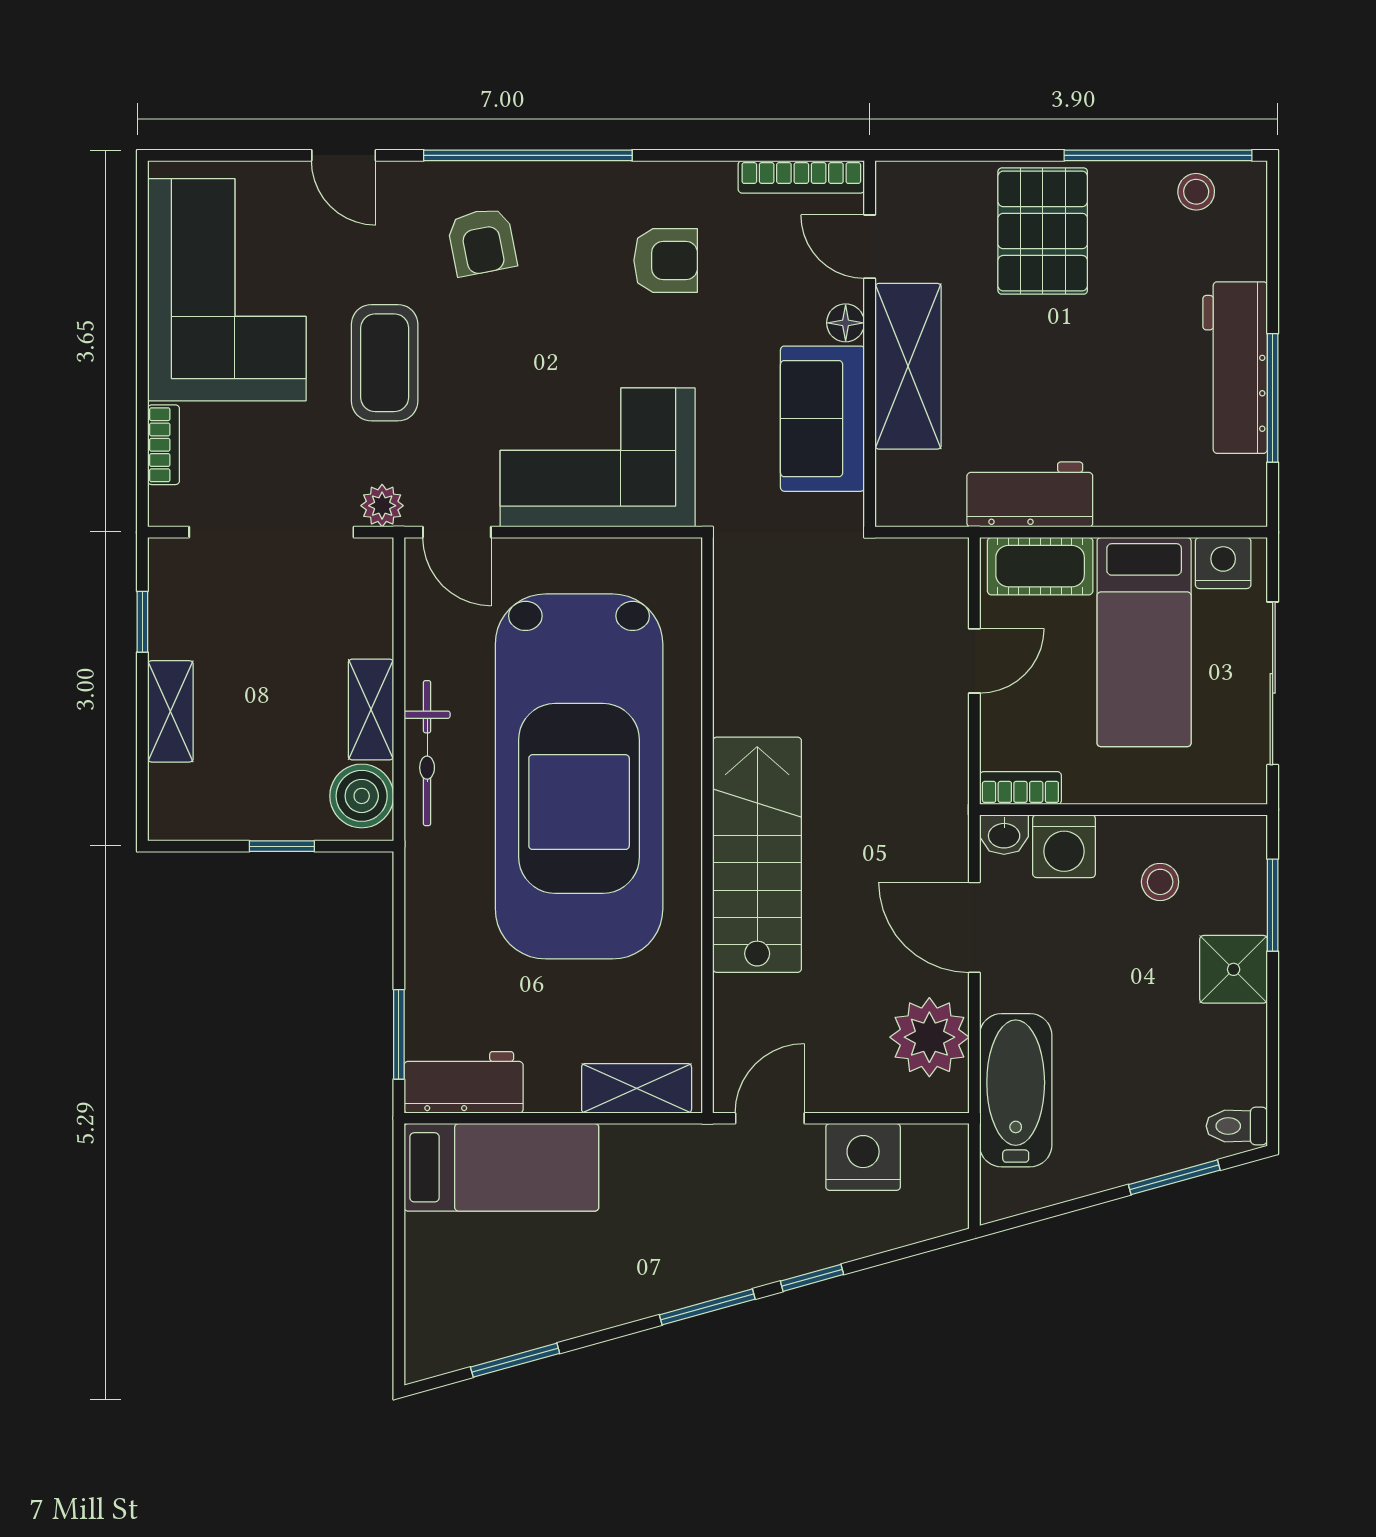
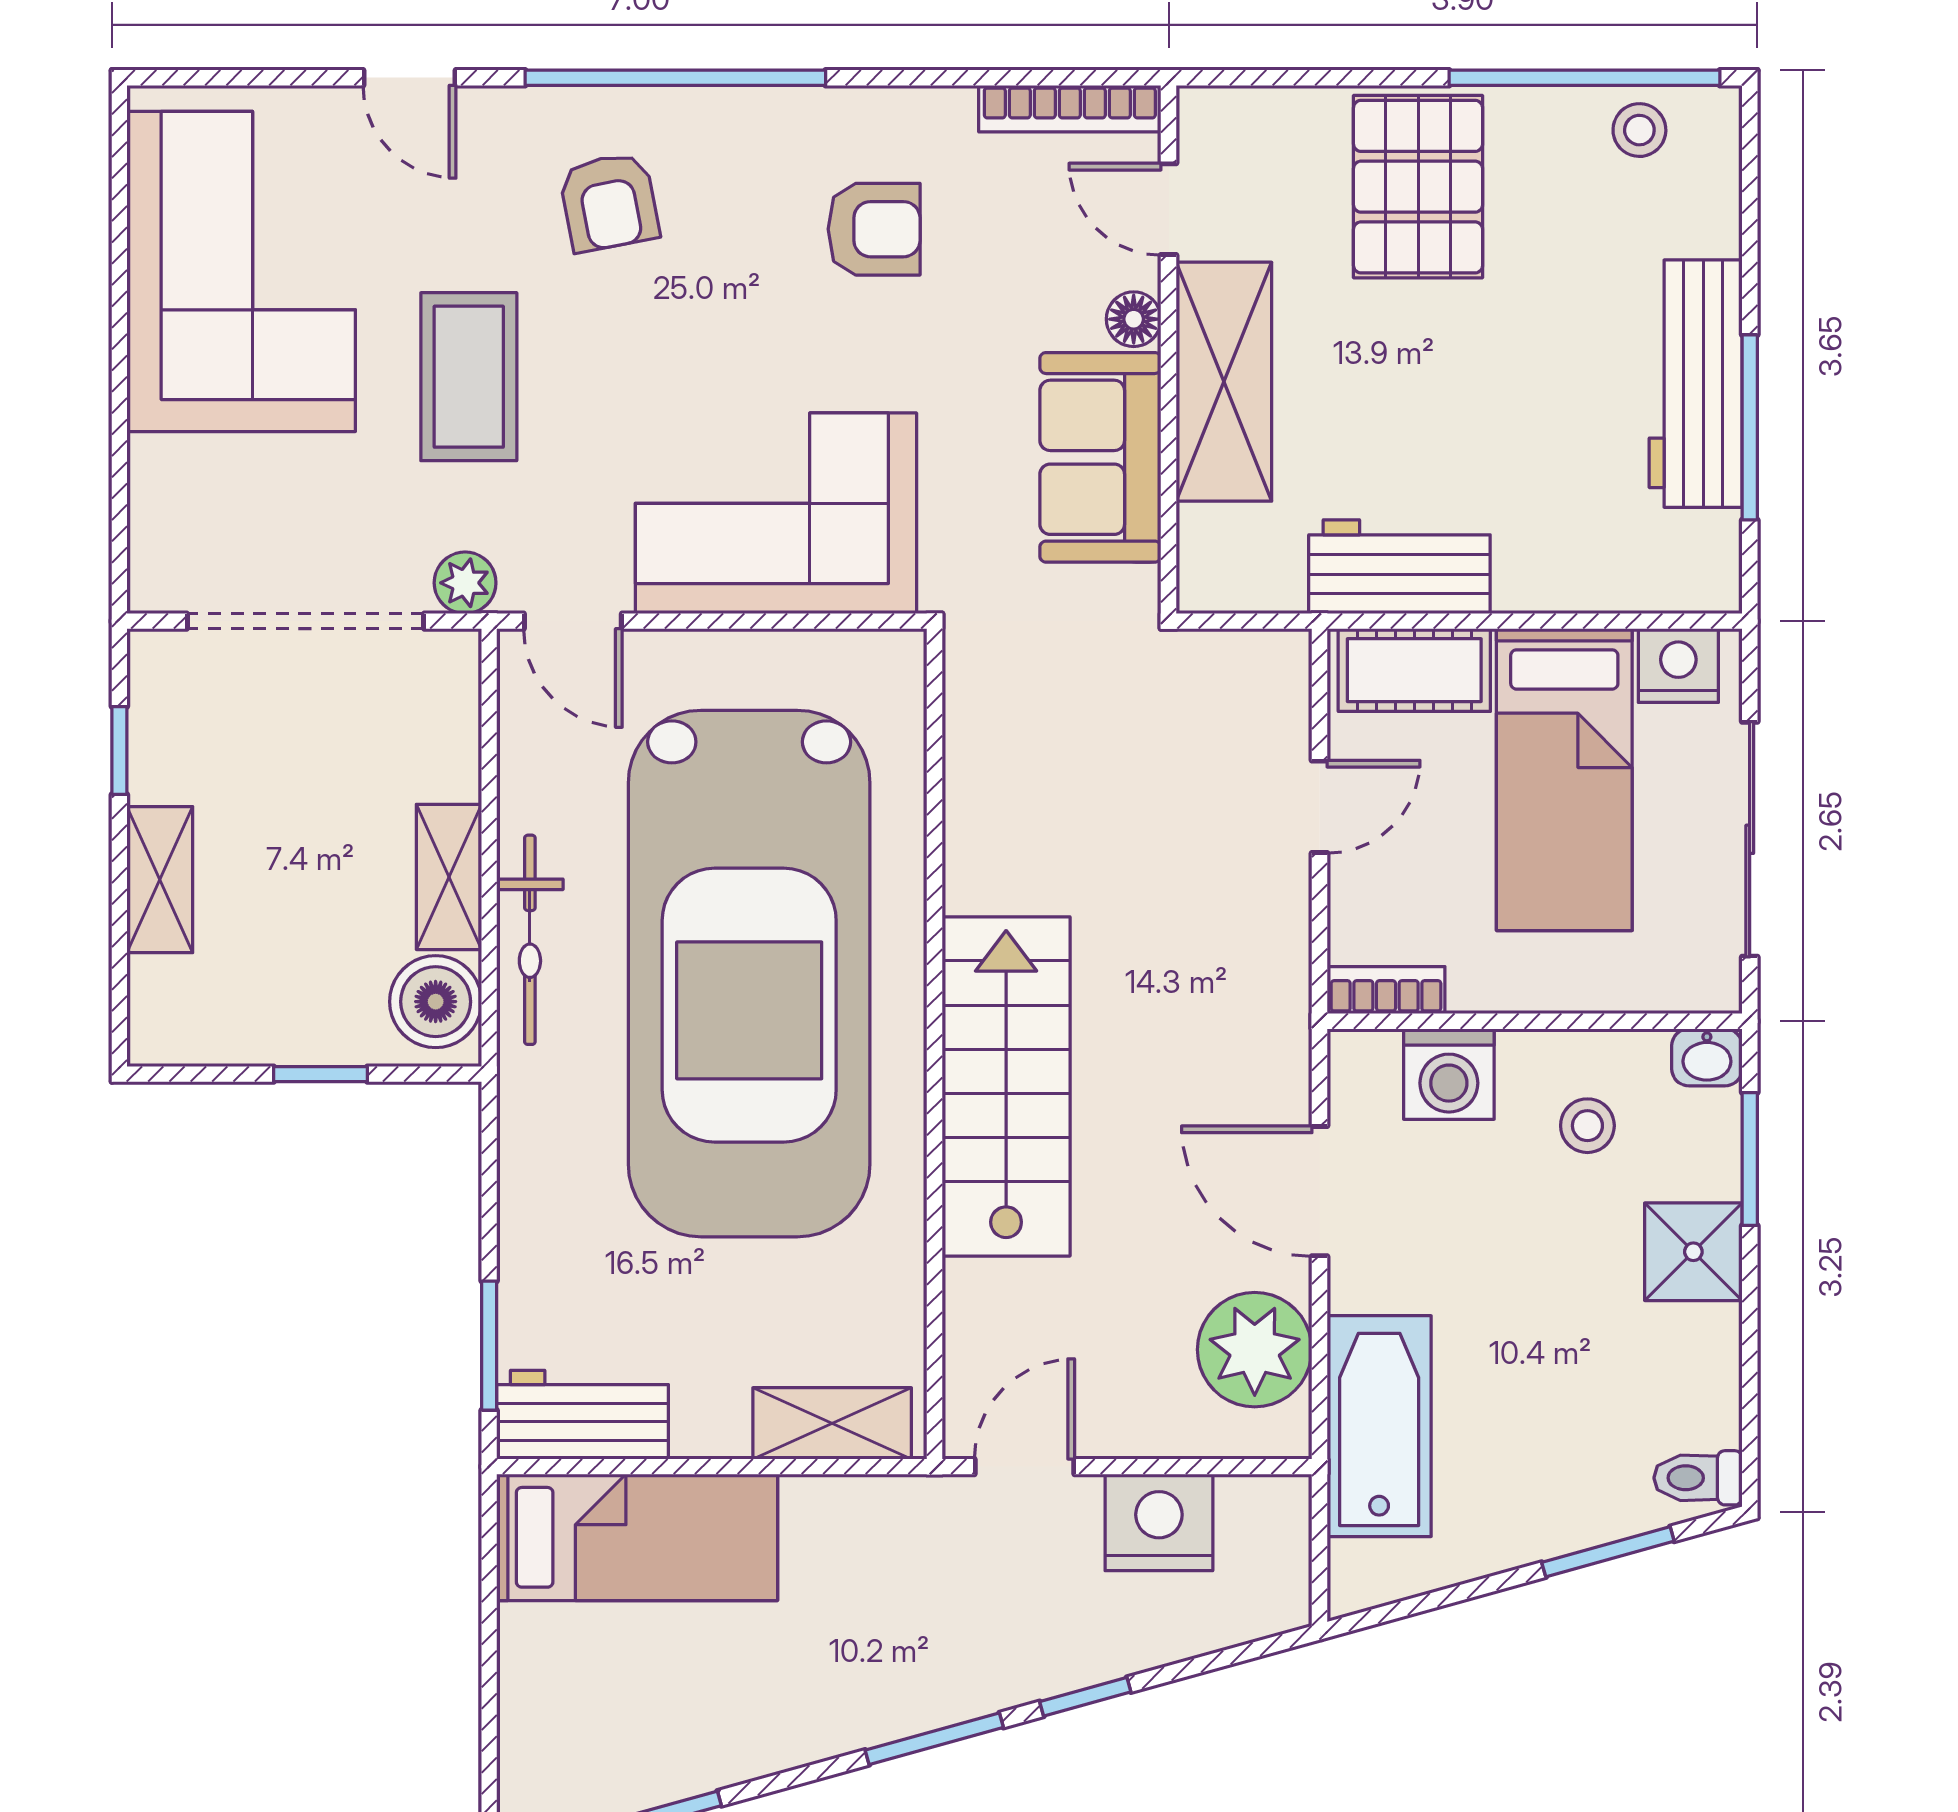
bookcase: (164, 445) -> (150, 495), removed
washbasin: (1004, 835) -> (1707, 1057), moved

